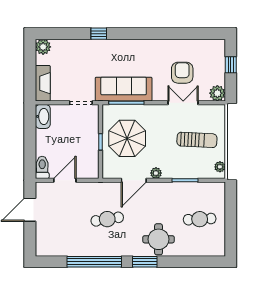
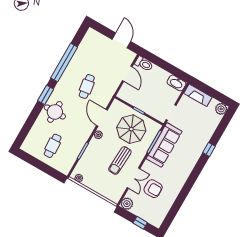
sun lounger: (197, 140) -> (120, 160), moved

